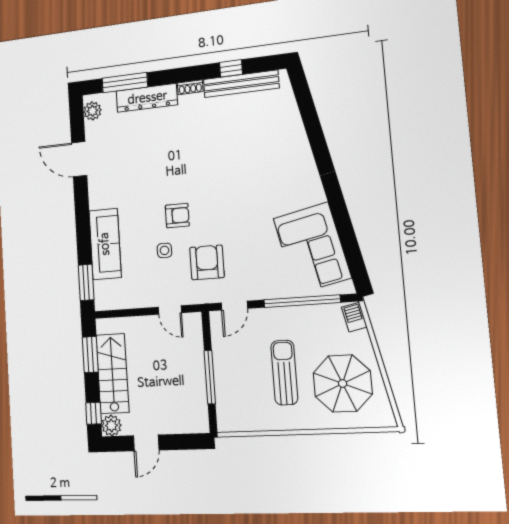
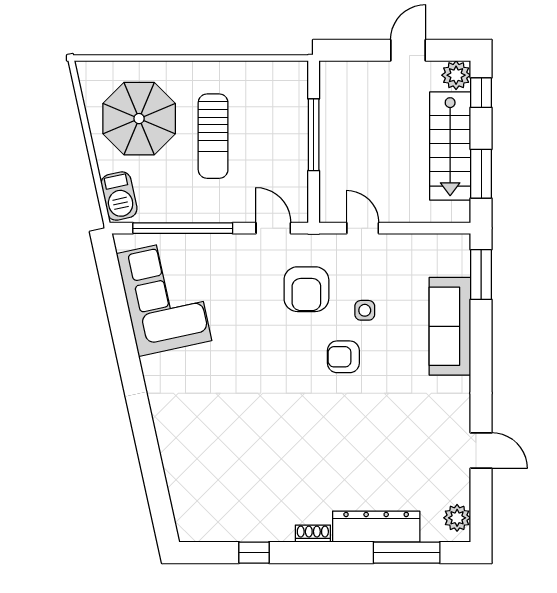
bench: (241, 84) -> (242, 529), removed
door: (79, 159) -> (481, 450), width x0.73
door: (234, 306) -> (273, 228), hinge flipped
barbecue: (354, 317) -> (119, 196), width x1.38, depth x1.27

